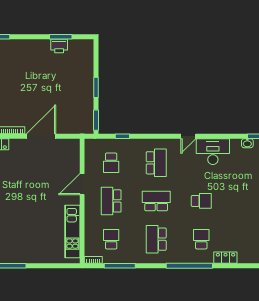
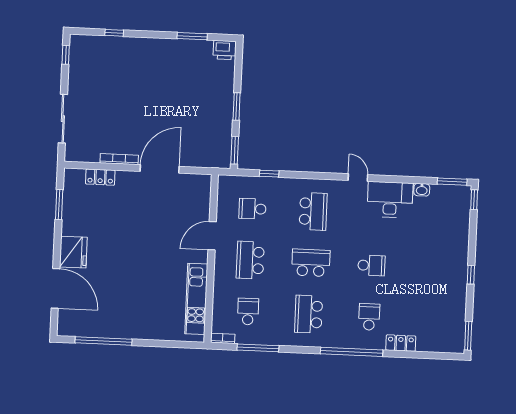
printer: (59, 46) -> (225, 50), moved
door: (188, 136) -> (358, 178), swing flipped
washbasin: (247, 143) -> (422, 190), moved
school desk: (111, 163) -> (252, 209), turned 90

